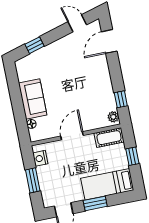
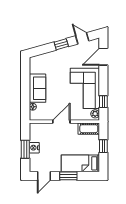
window: (35, 45) -> (61, 44), moved
corner sofa: (94, 87) -> (85, 88), added
nightstand: (40, 158) -> (34, 148), moved

